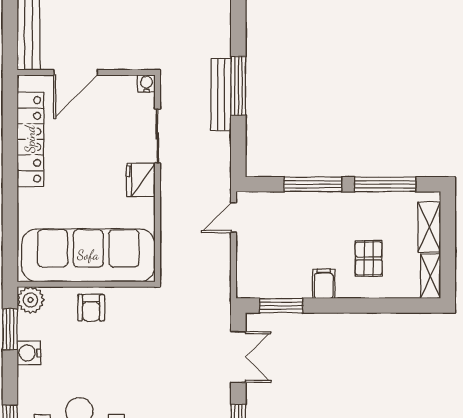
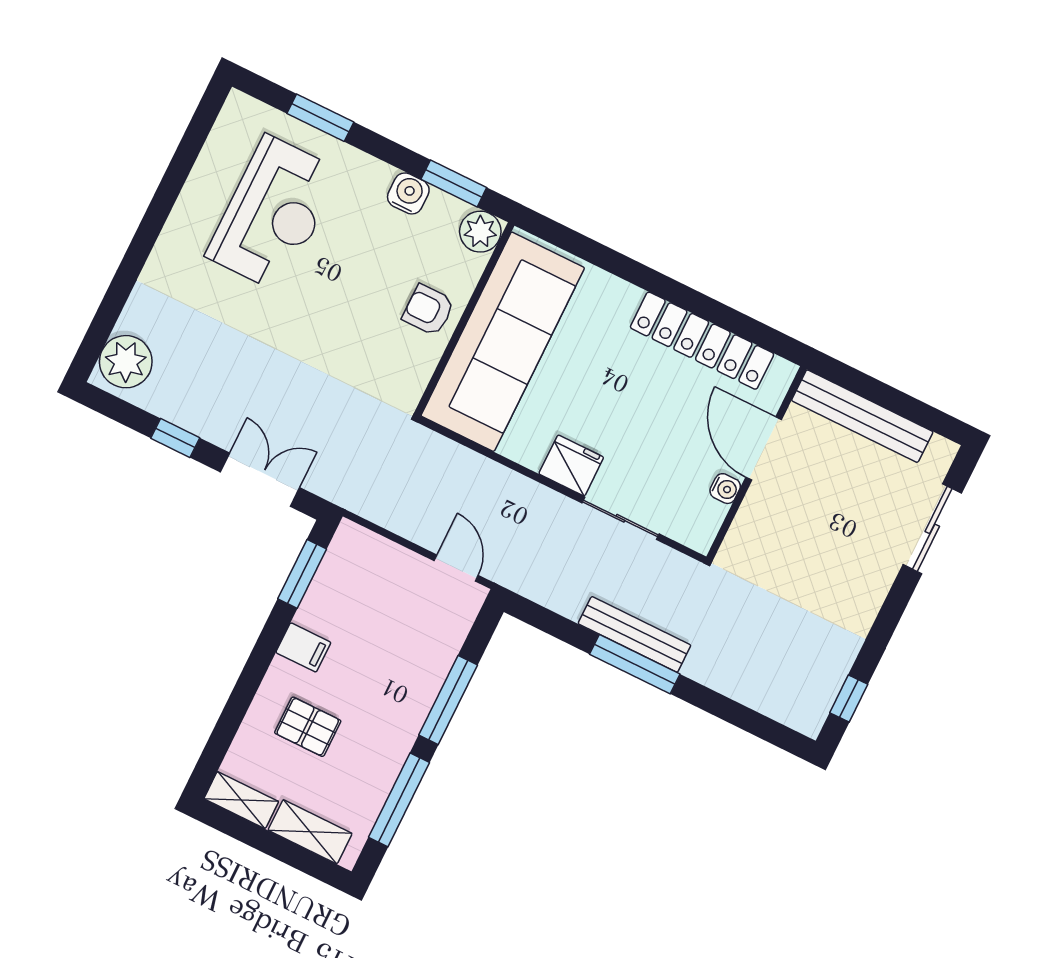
water cooler: (146, 83) -> (725, 489), moved
double door: (238, 357) -> (260, 480), swing flipped

